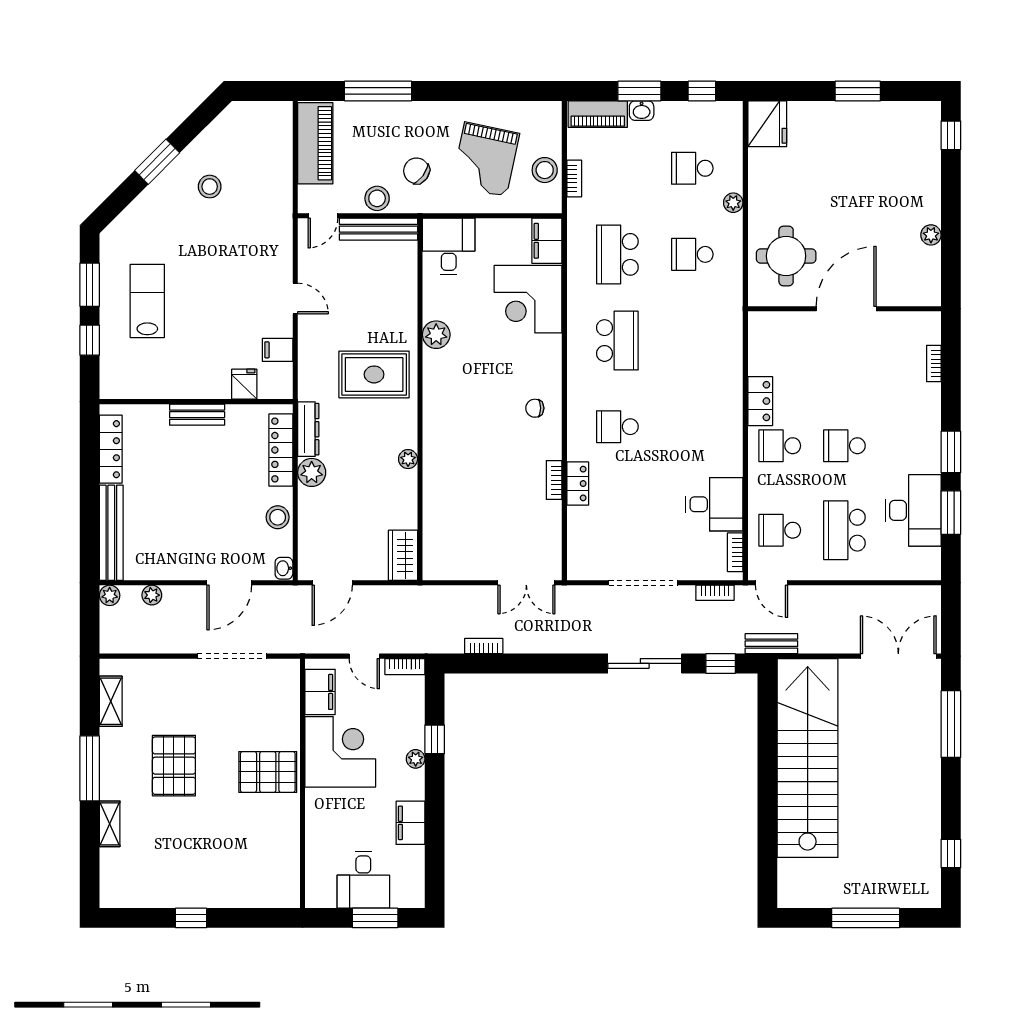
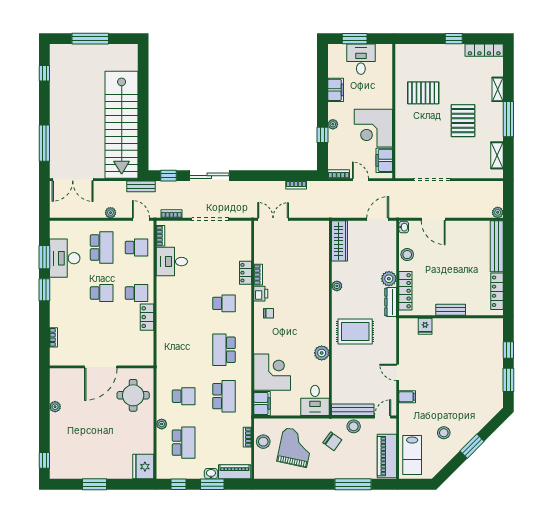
school desk: (692, 168) -> (184, 443), width x1.85
lab bench: (147, 301) -> (412, 455), moved
filing cabinet: (278, 350) -> (407, 397), moved
printer: (549, 445) -> (261, 294), added
wardrobe: (403, 555) -> (340, 241), width x1.50
door: (229, 583) -> (433, 219), swing flipped
plant: (152, 595) -> (110, 213), moved
pallet: (268, 772) -> (423, 93), moved
locker: (135, 896) -> (484, 50), added

